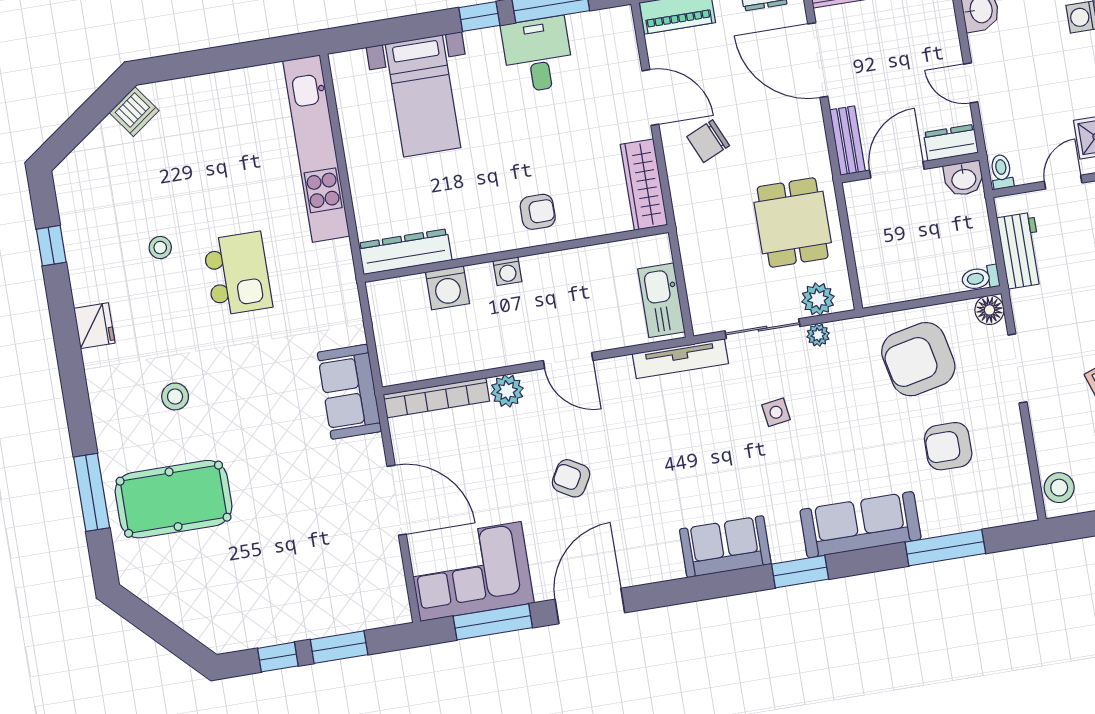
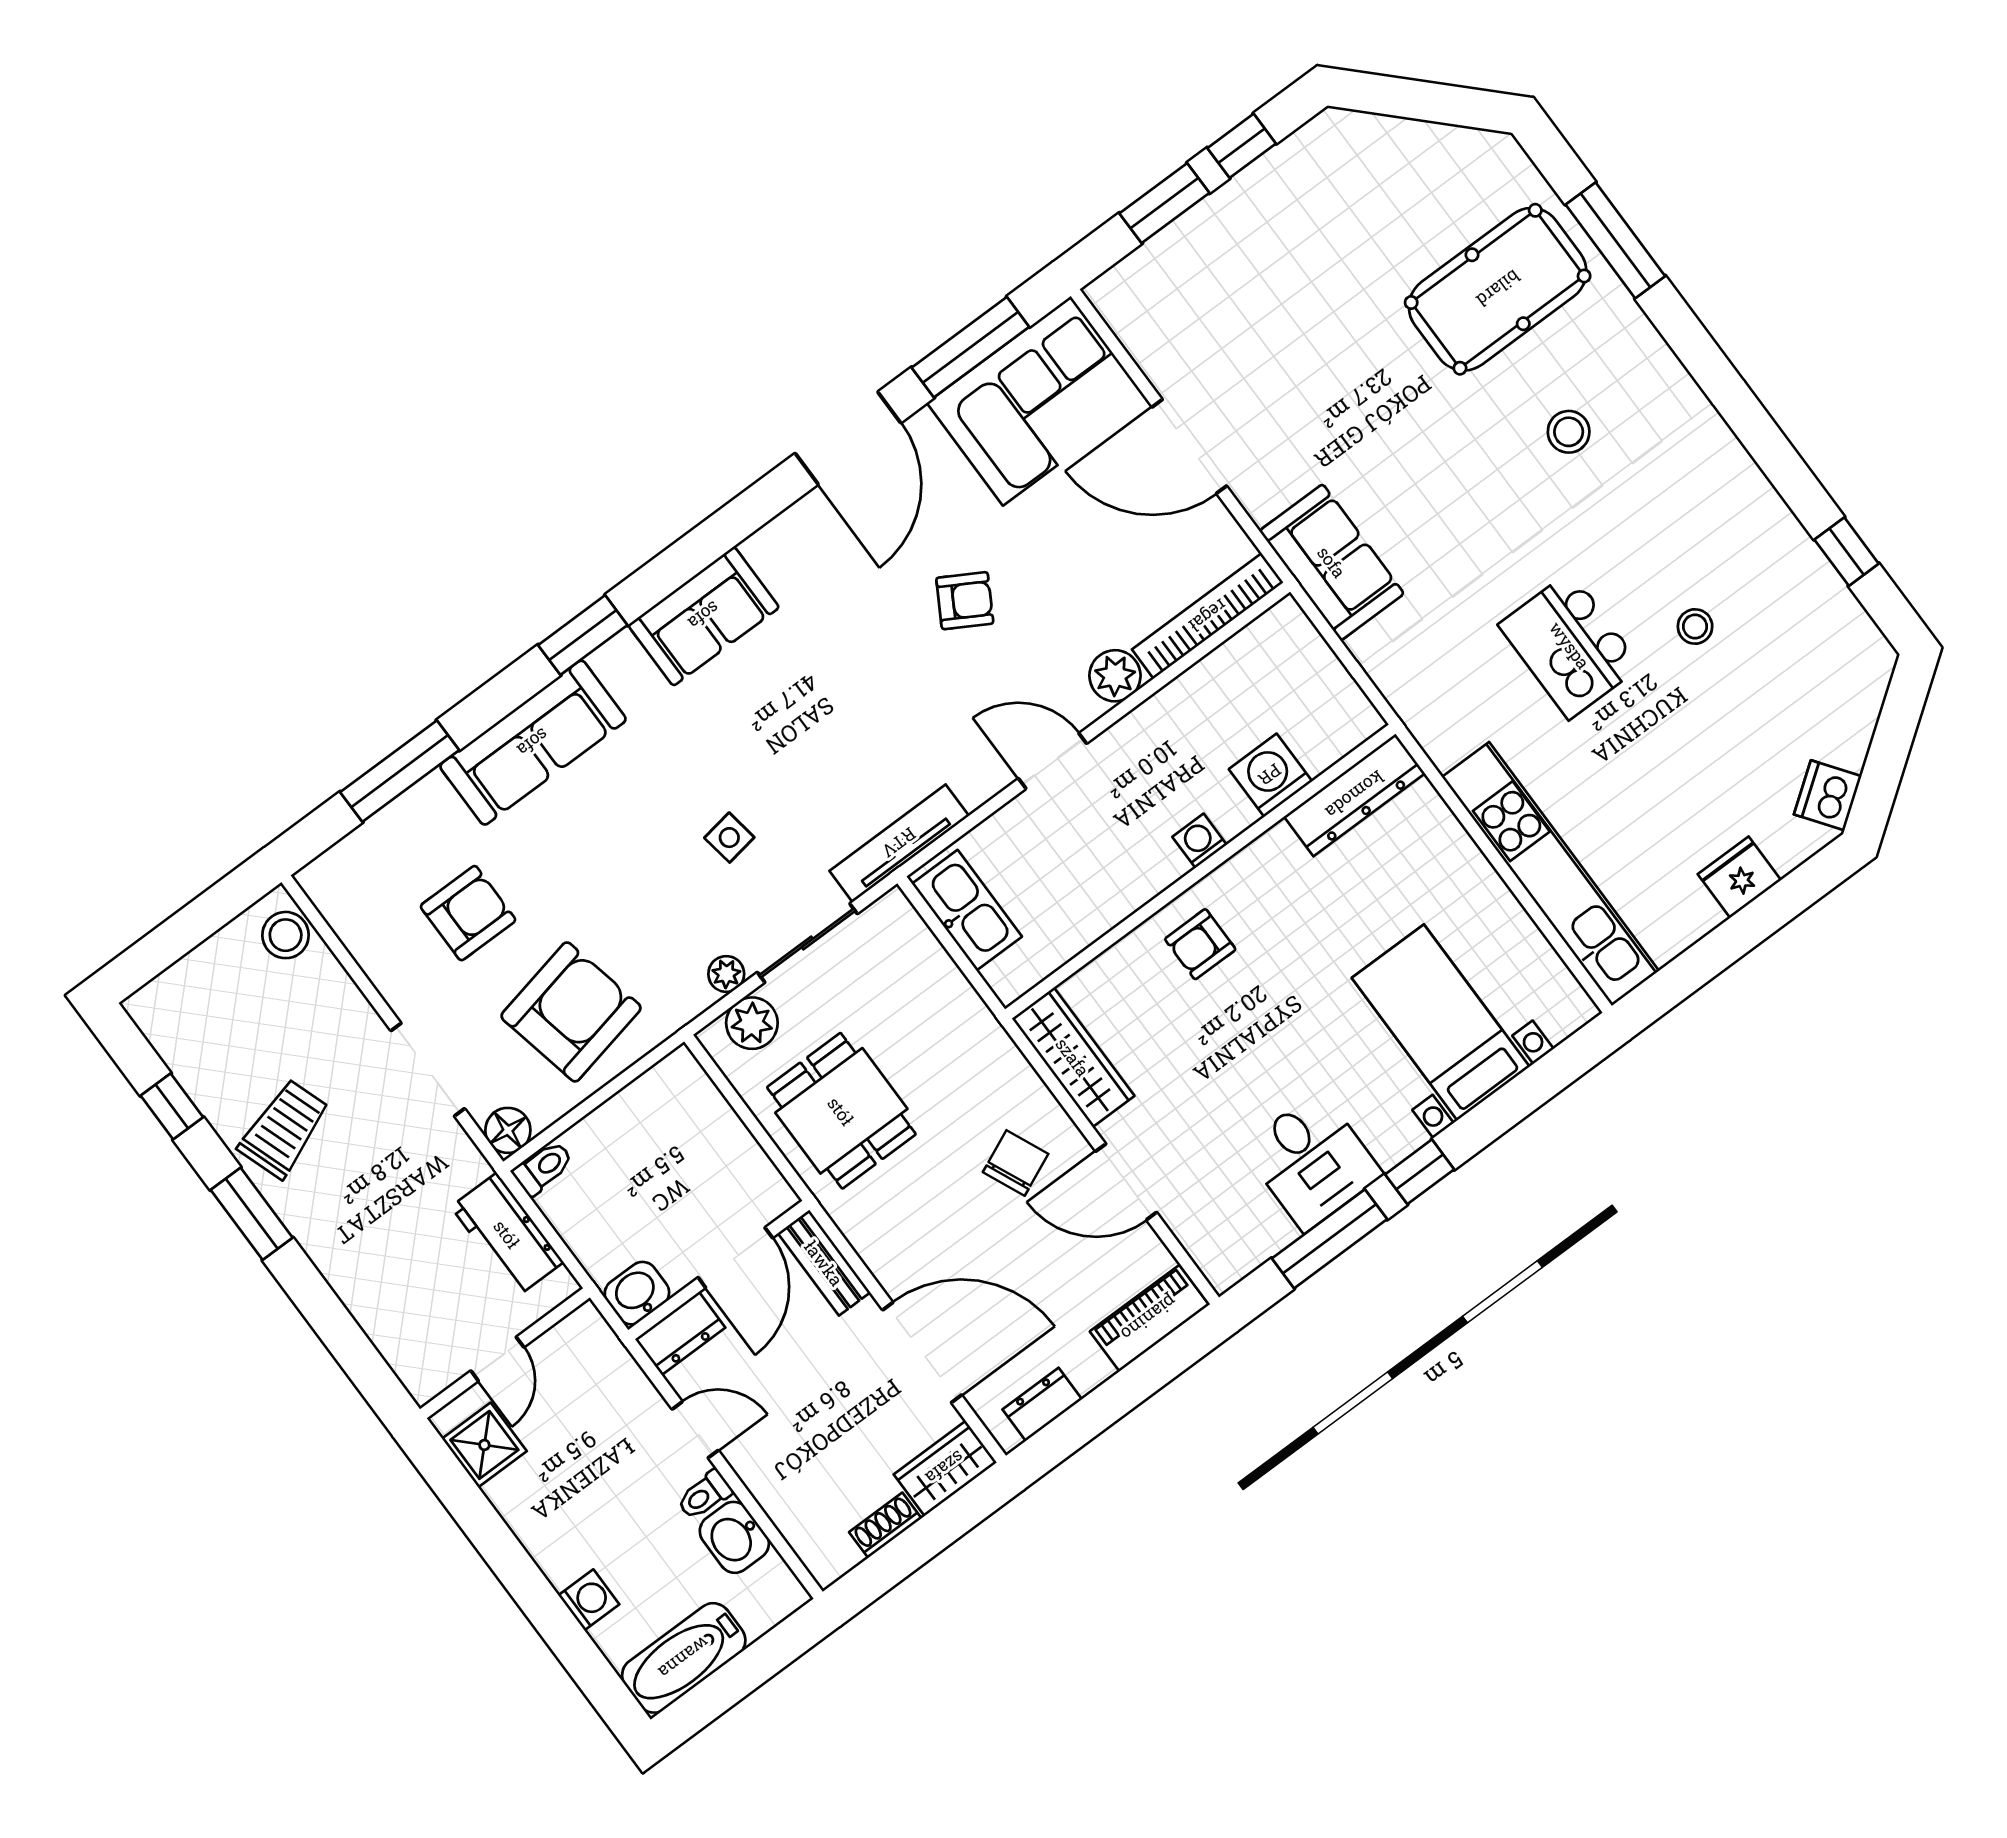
toilet: (1002, 172) -> (704, 1495), moved, turned 90
fridge: (94, 326) -> (1739, 877), moved, turned 90

